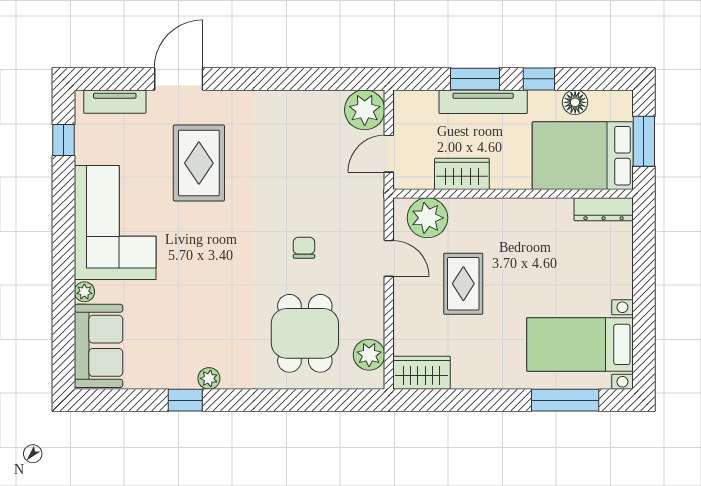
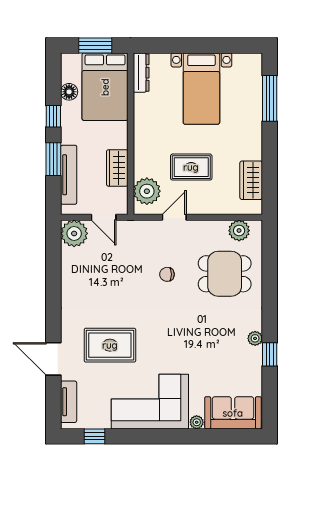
tv unit: (483, 102) -> (69, 175), moved
bed with nightstands: (580, 344) -> (201, 89), moved
wardrobe: (421, 373) -> (251, 180), moved

